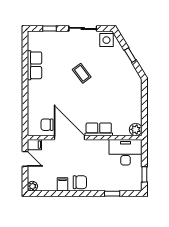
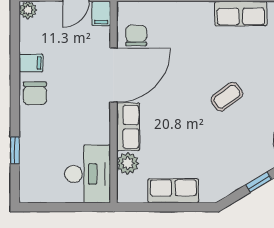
row of seats: (135, 104) -> (173, 191), added
plant: (136, 129) -> (128, 163), moved
window: (144, 174) -> (49, 207), removed

